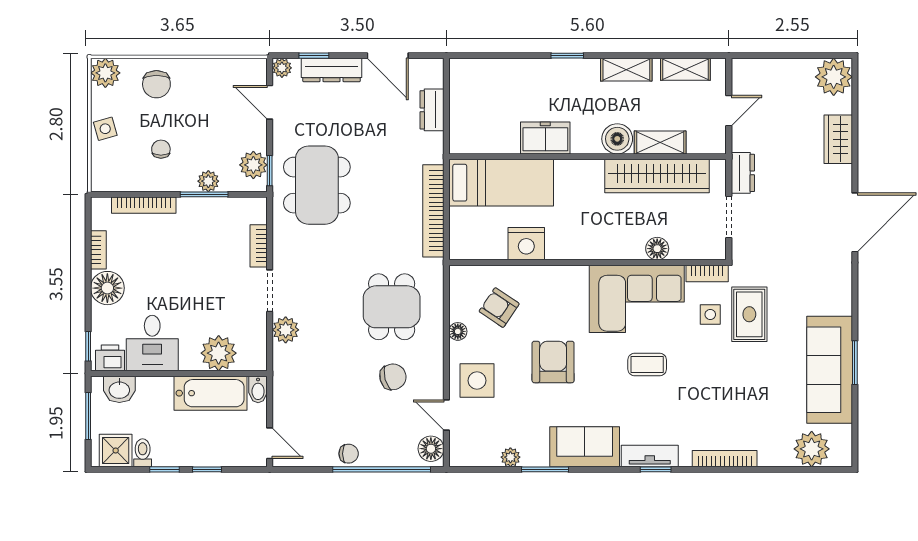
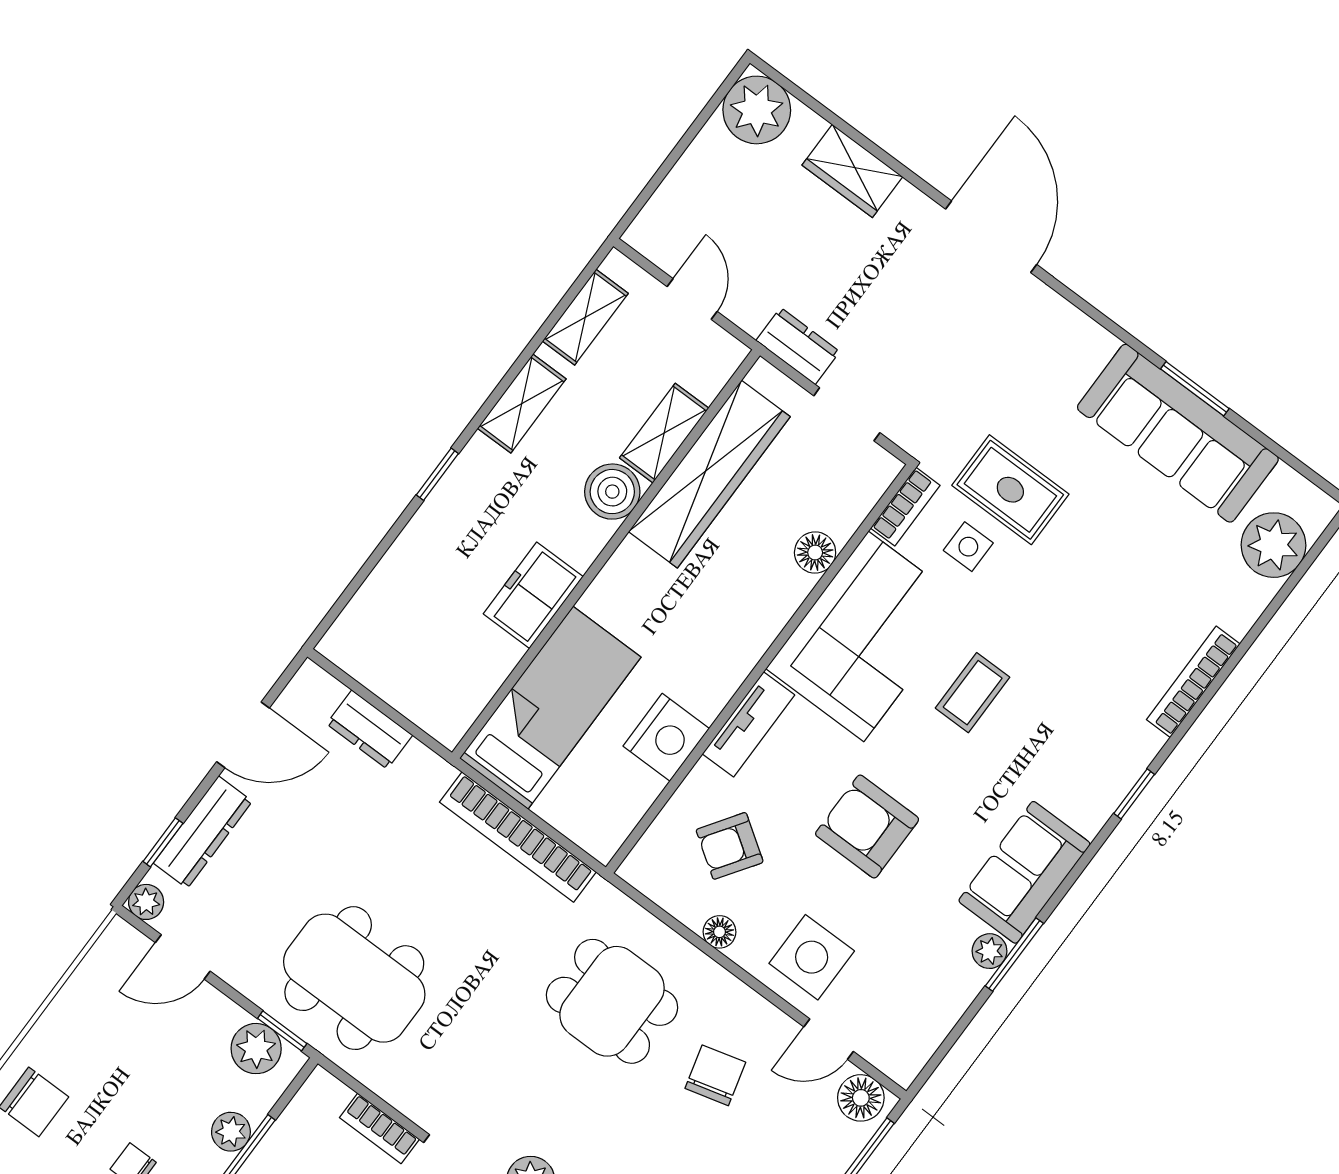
tv unit: (650, 456) -> (748, 724), moved, turned 180
plant: (510, 457) -> (990, 951), moved

